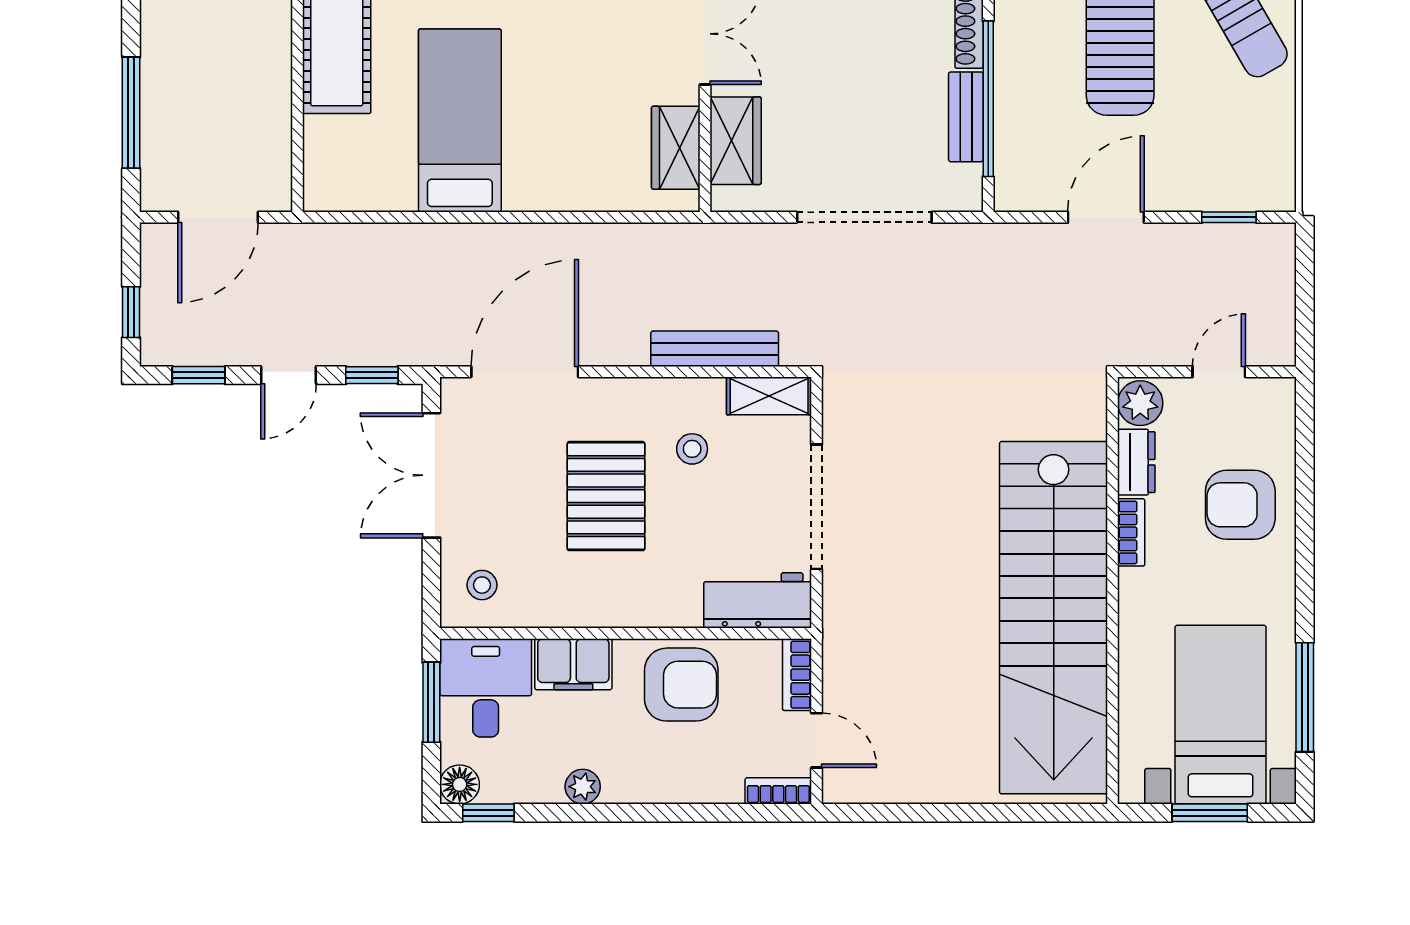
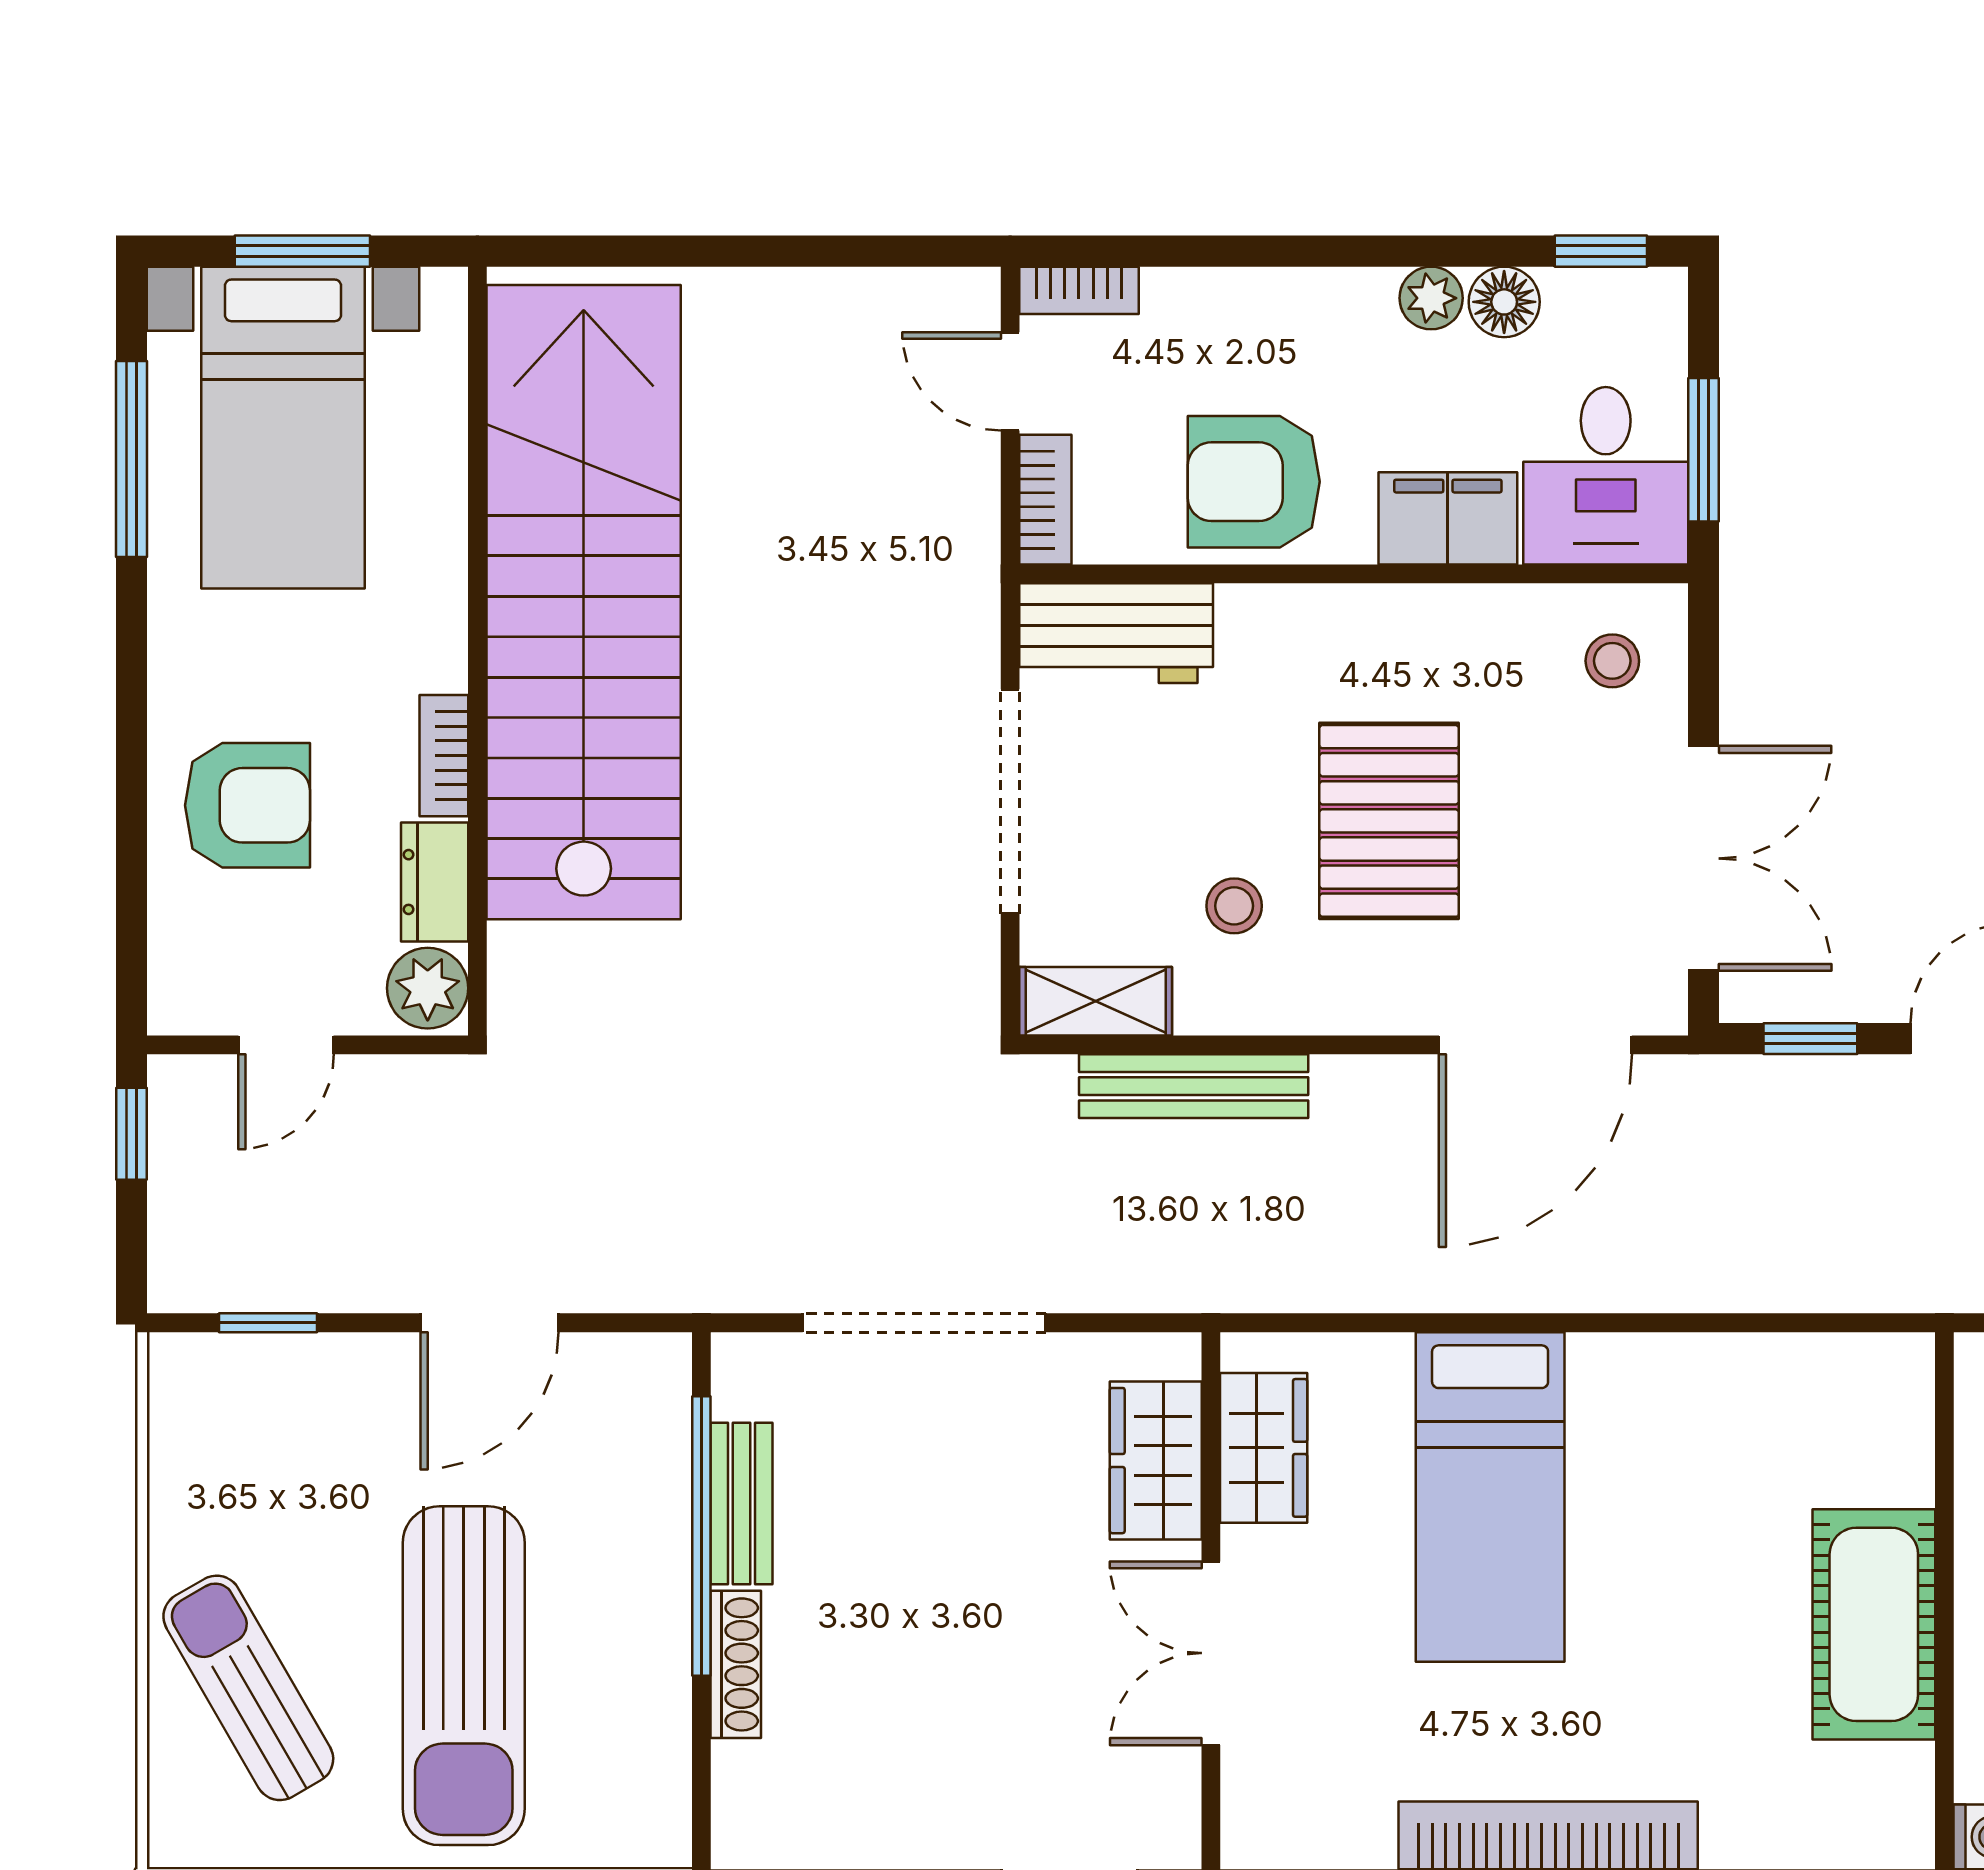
bed: (460, 120) -> (1490, 1497), moved
window: (1305, 322) -> (132, 1134), added
floor lamp: (460, 784) -> (1504, 302), moved

